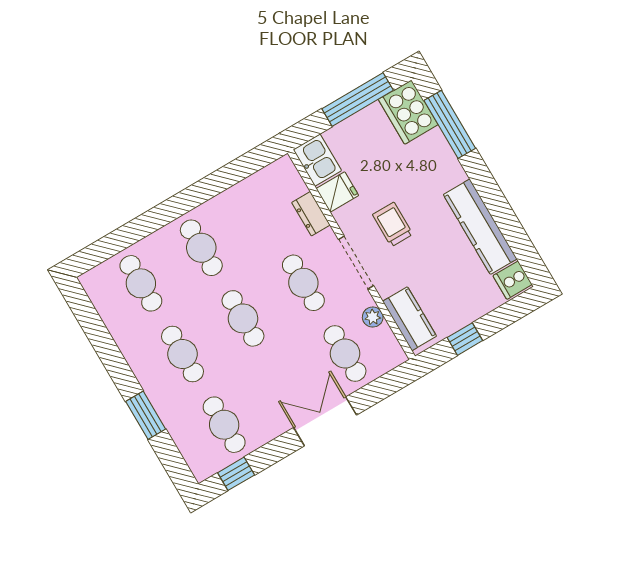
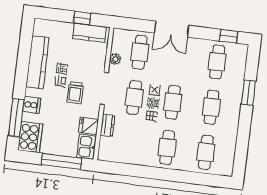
window: (358, 100) -> (61, 161), moved
cooker: (513, 280) -> (32, 105), moved
kitchen counter: (409, 319) -> (89, 33), moved, turned -90

